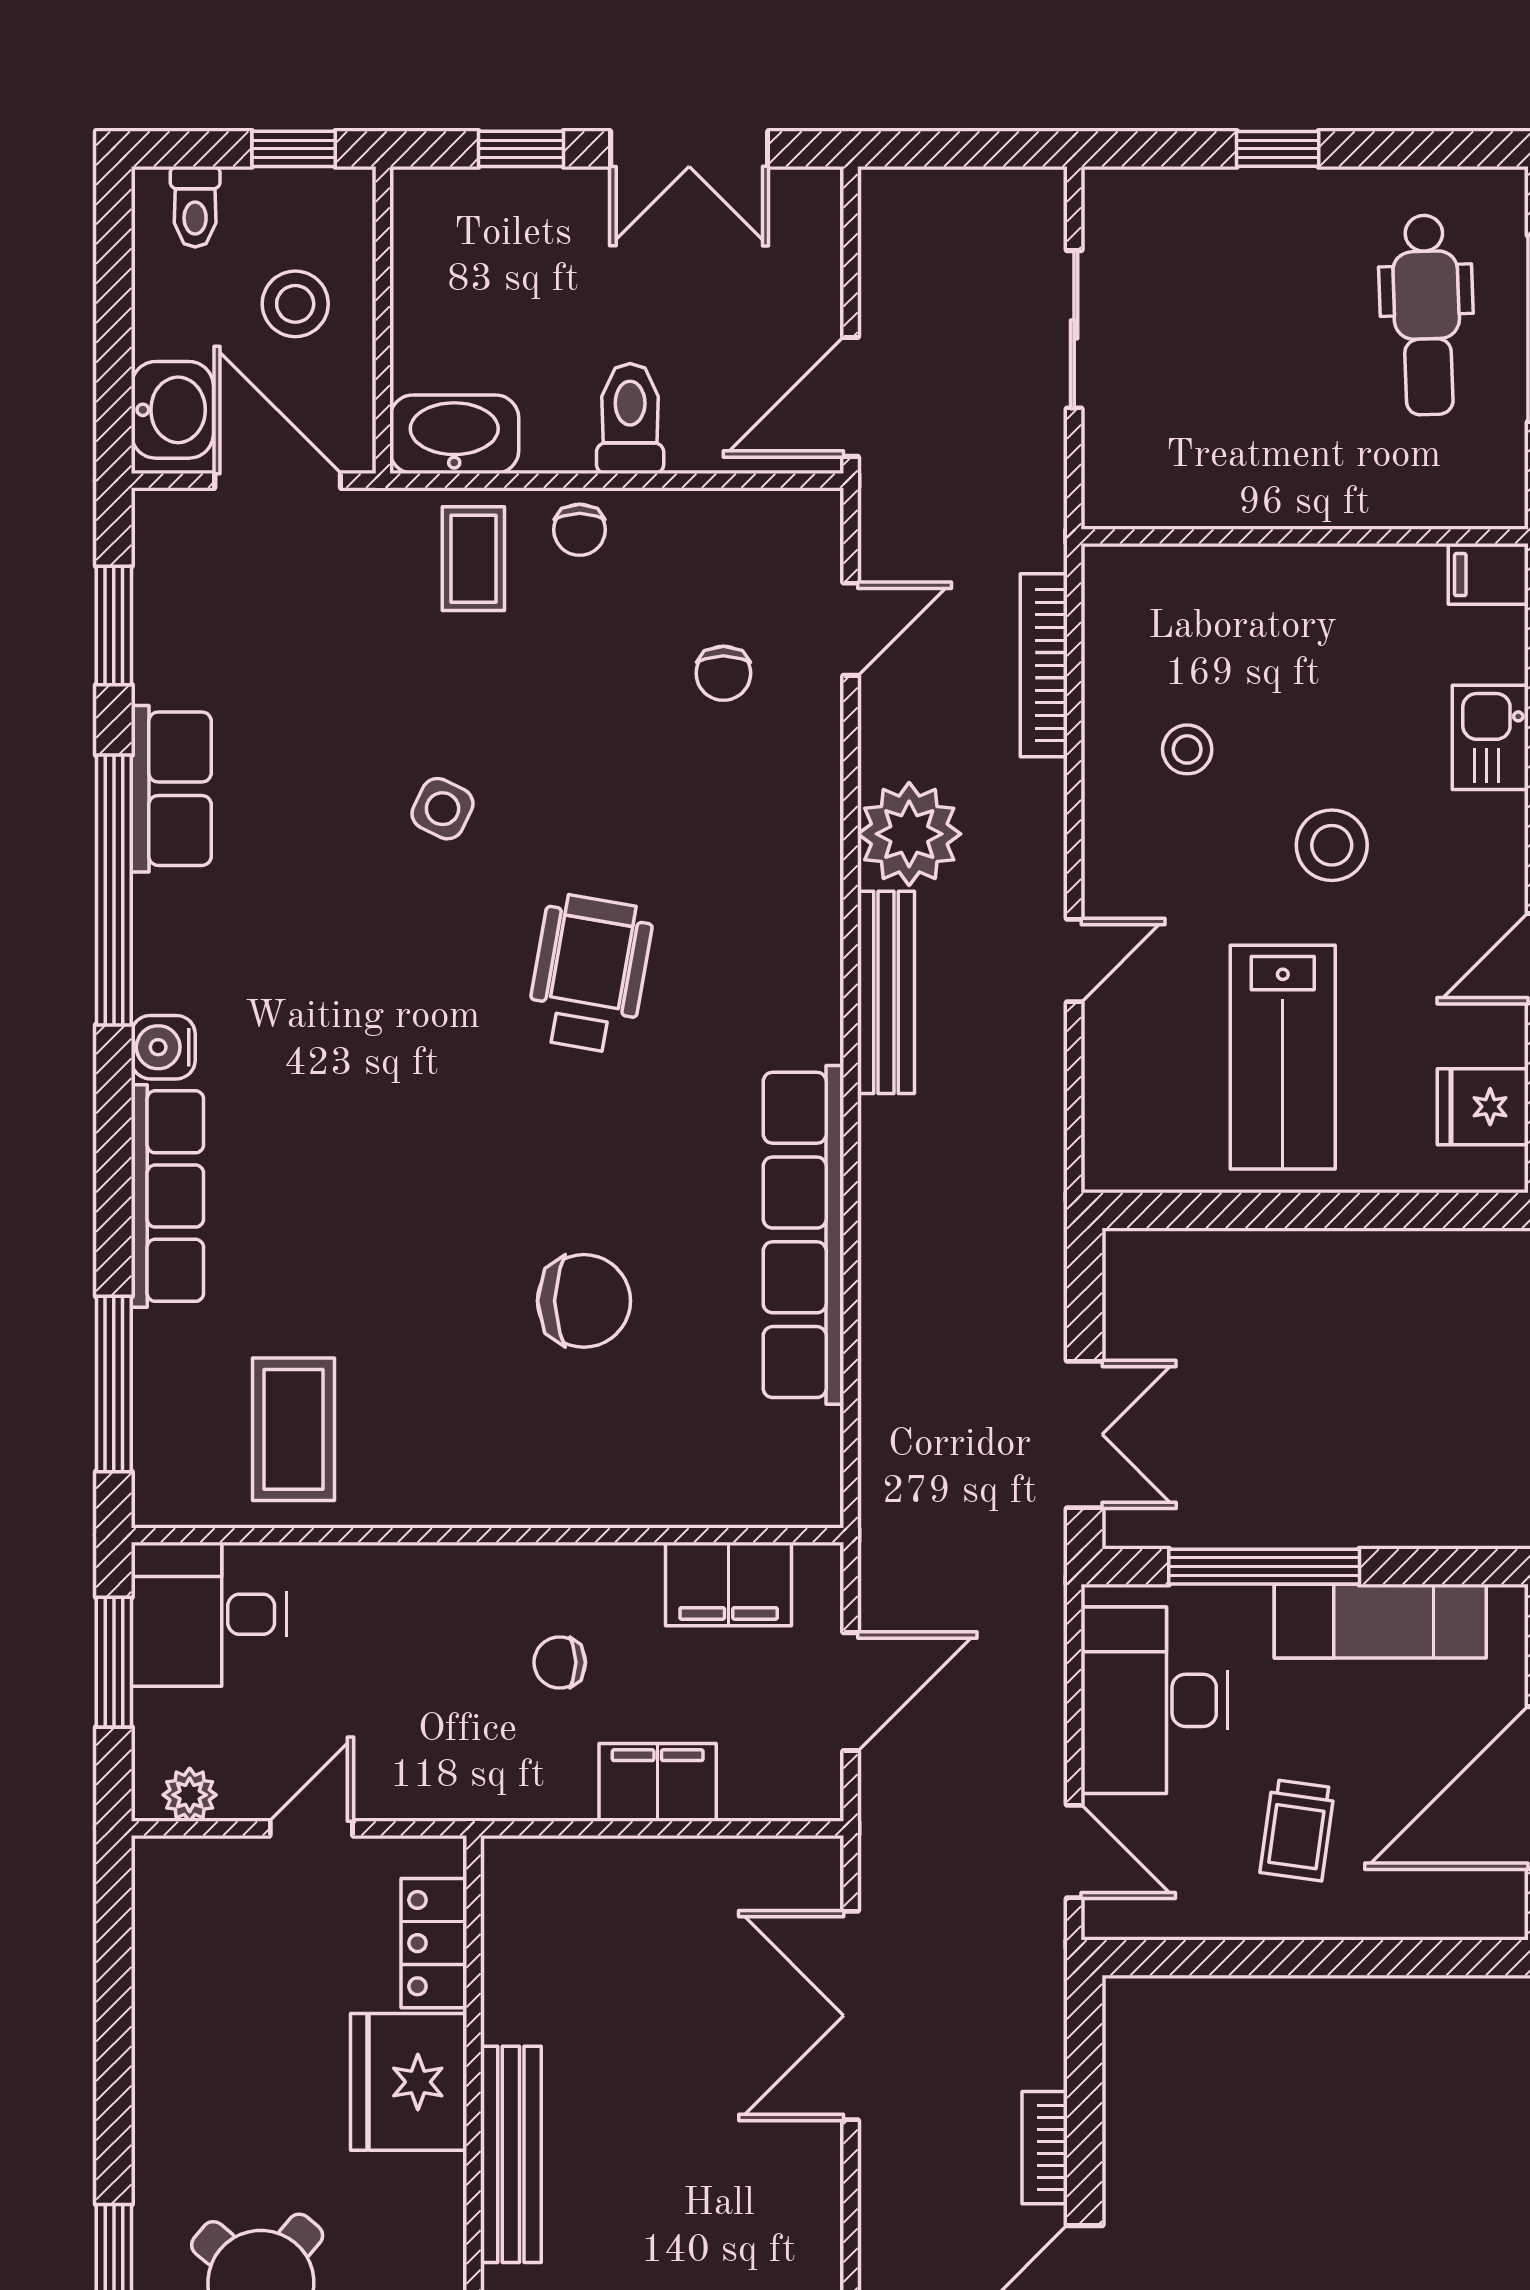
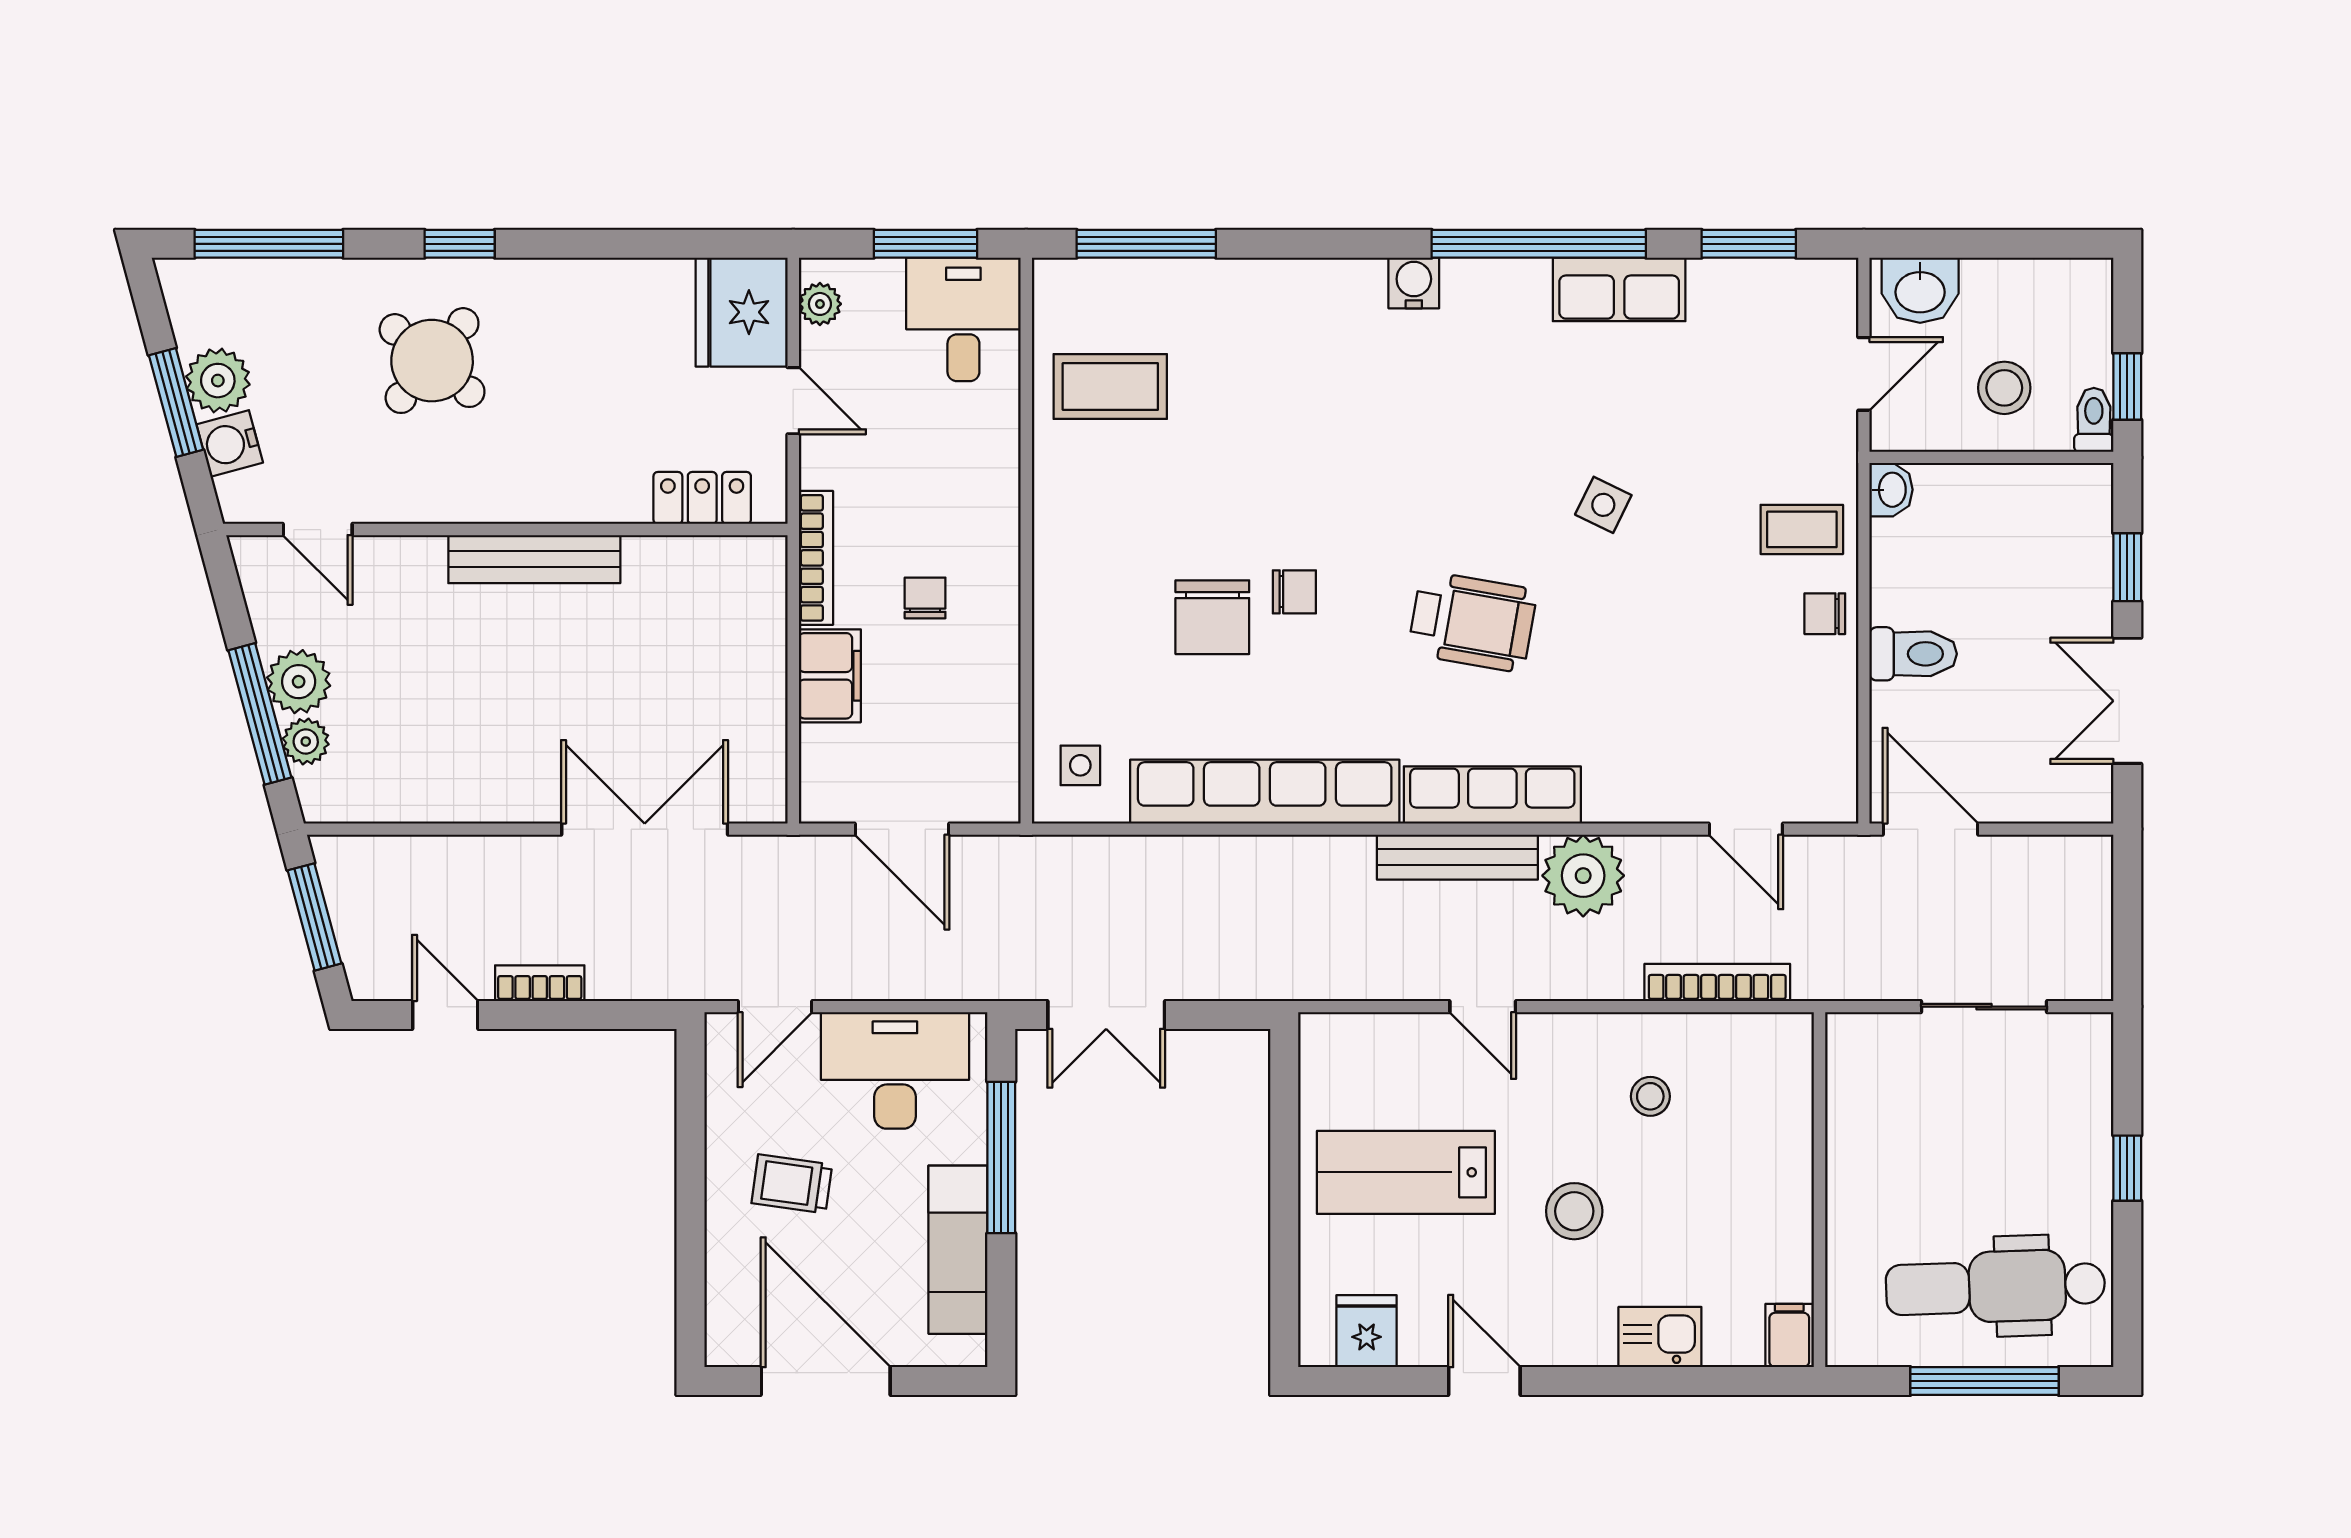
toilet: (195, 207) -> (2094, 420), moved, turned 90
dental chair: (1427, 315) -> (1995, 1287), width x1.36, depth x1.38
washbasin: (454, 434) -> (1891, 490), width x0.52, depth x0.69
door: (278, 481) -> (1864, 374), width x0.73
chair: (723, 673) -> (1294, 592), moved, turned 180
row of seats: (167, 1196) -> (1492, 795), moved, turned 180
side table: (770, 1467) -> (1080, 765), added
filing cabinet: (729, 1584) -> (987, 732), removed
bookcase: (509, 1800) -> (816, 558), added
fridge: (409, 2082) -> (742, 312), moved, turned -90

